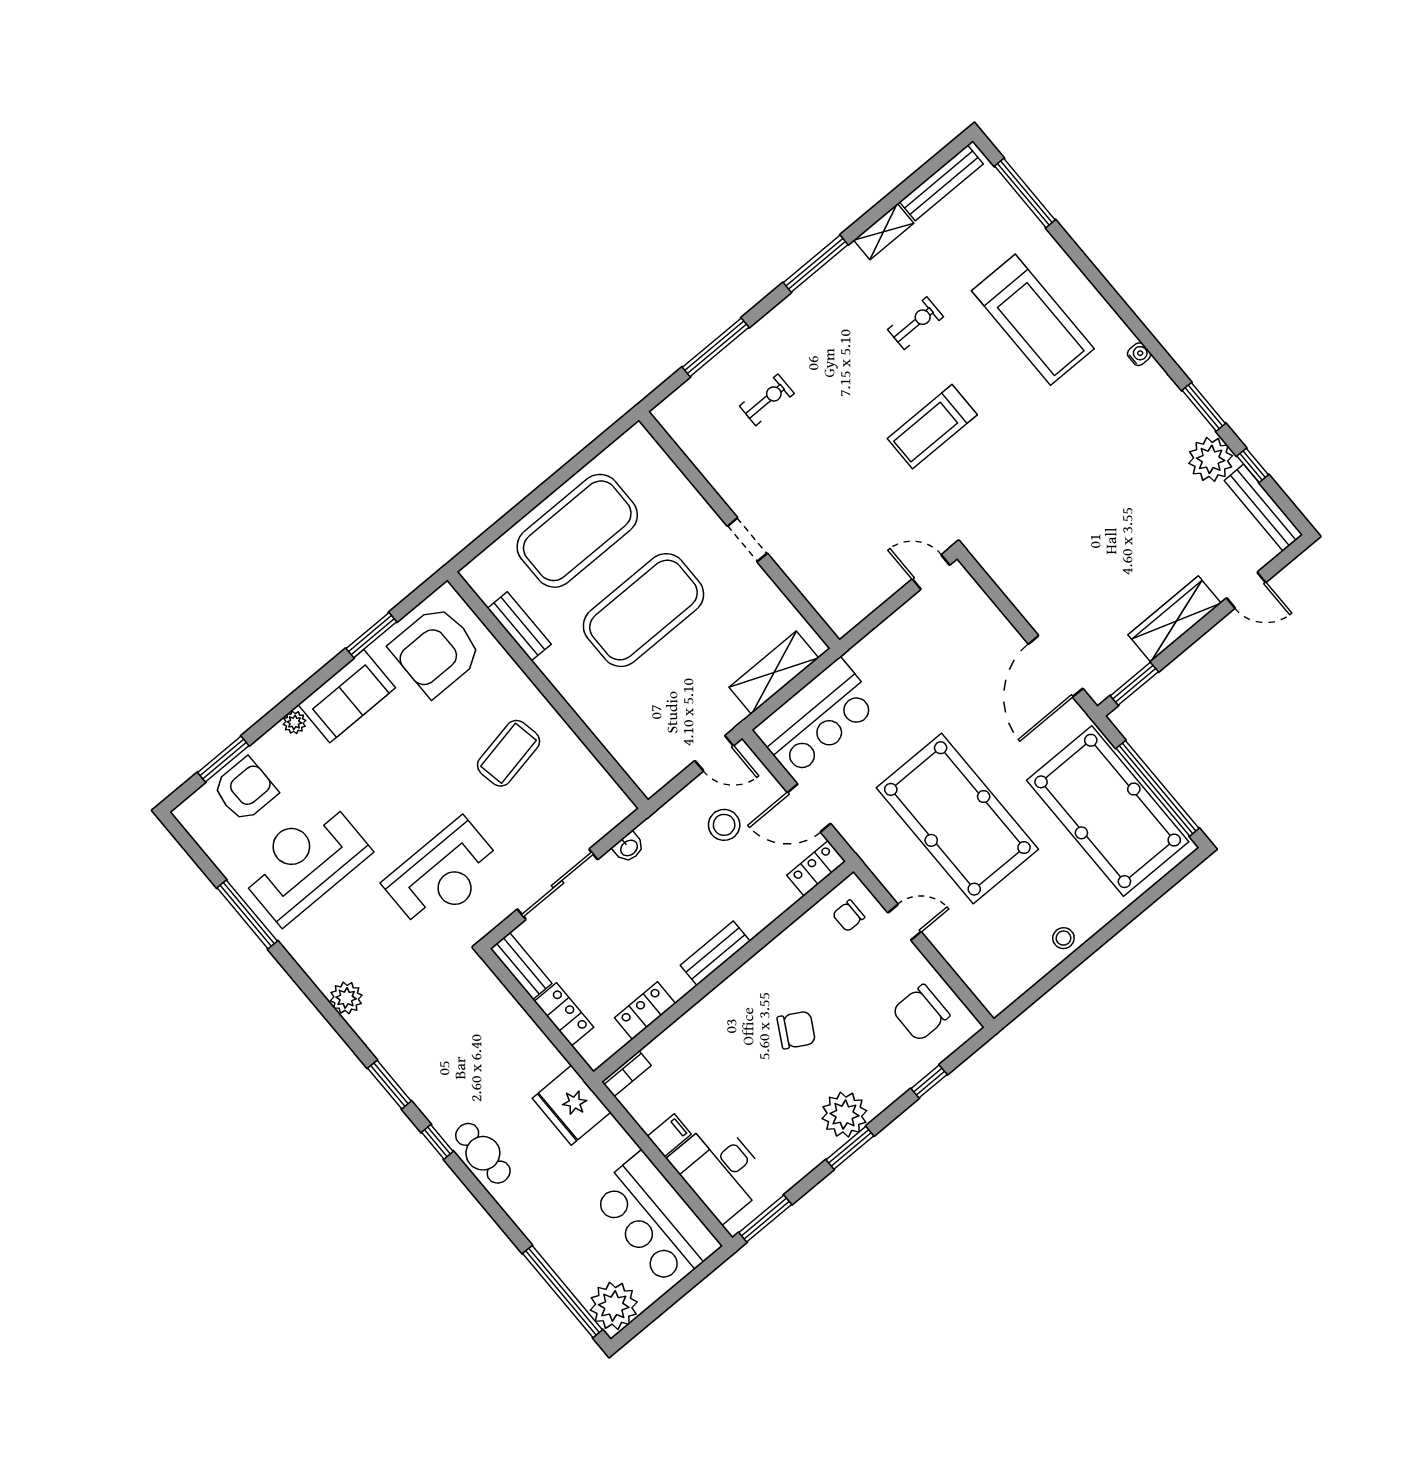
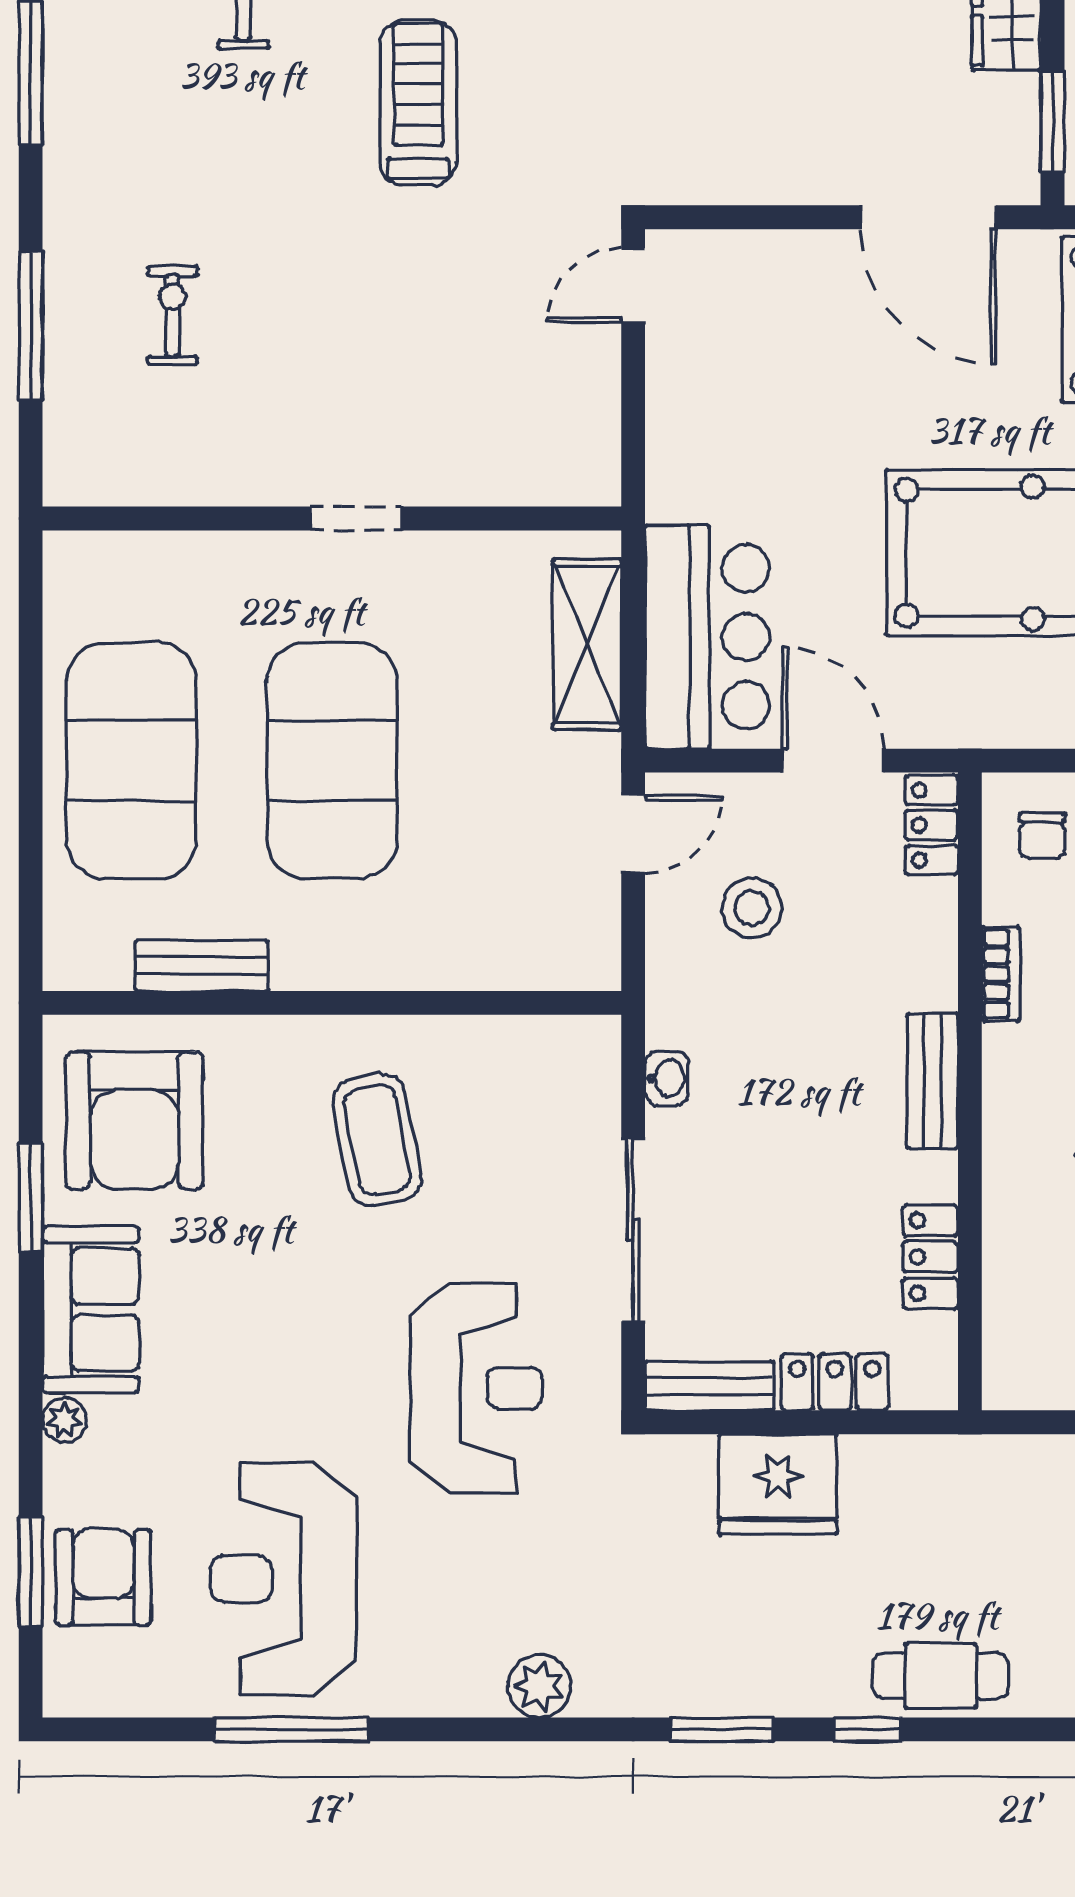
treadmill: (932, 427) -> (418, 103), turned 180
door: (809, 808) -> (833, 761), swing flipped
bookcase: (626, 1074) -> (1001, 974), moved
fridge: (571, 1105) -> (778, 1484), moved

